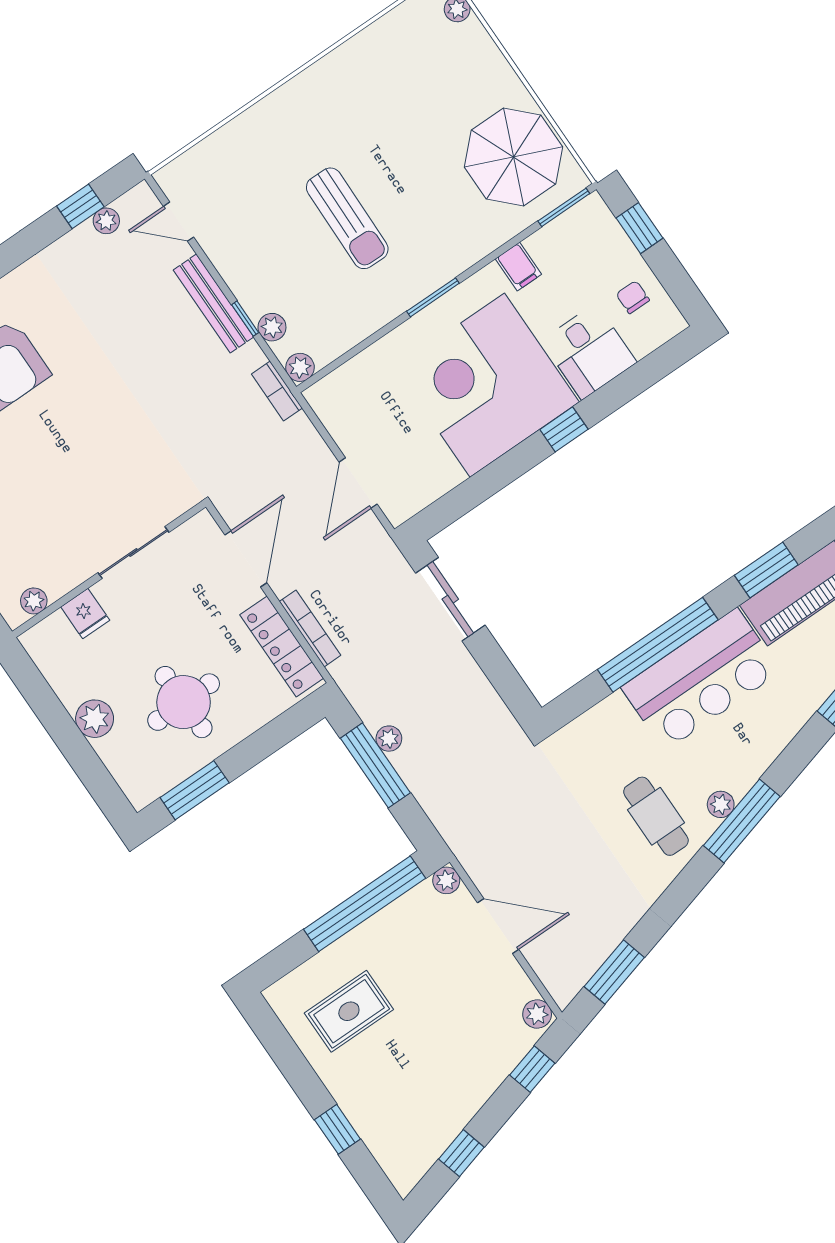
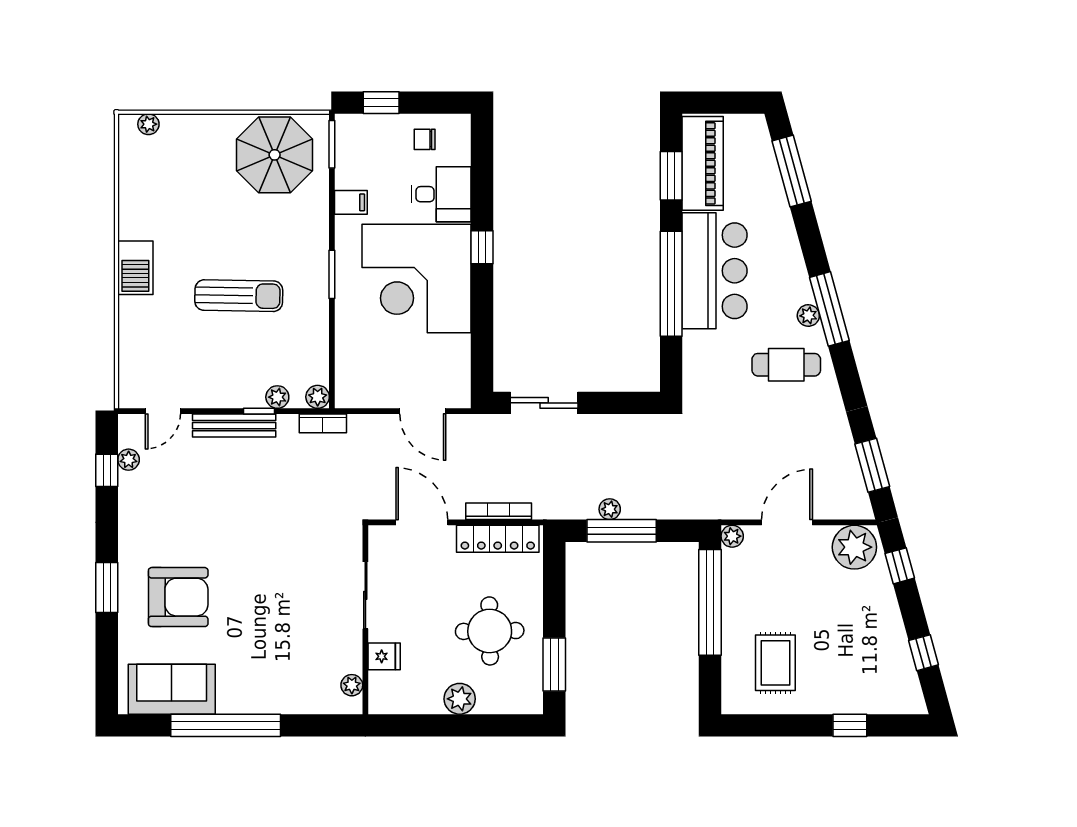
barbecue: (304, 95) -> (135, 268), added
plant: (537, 1014) -> (854, 547), width x1.88, depth x1.88

